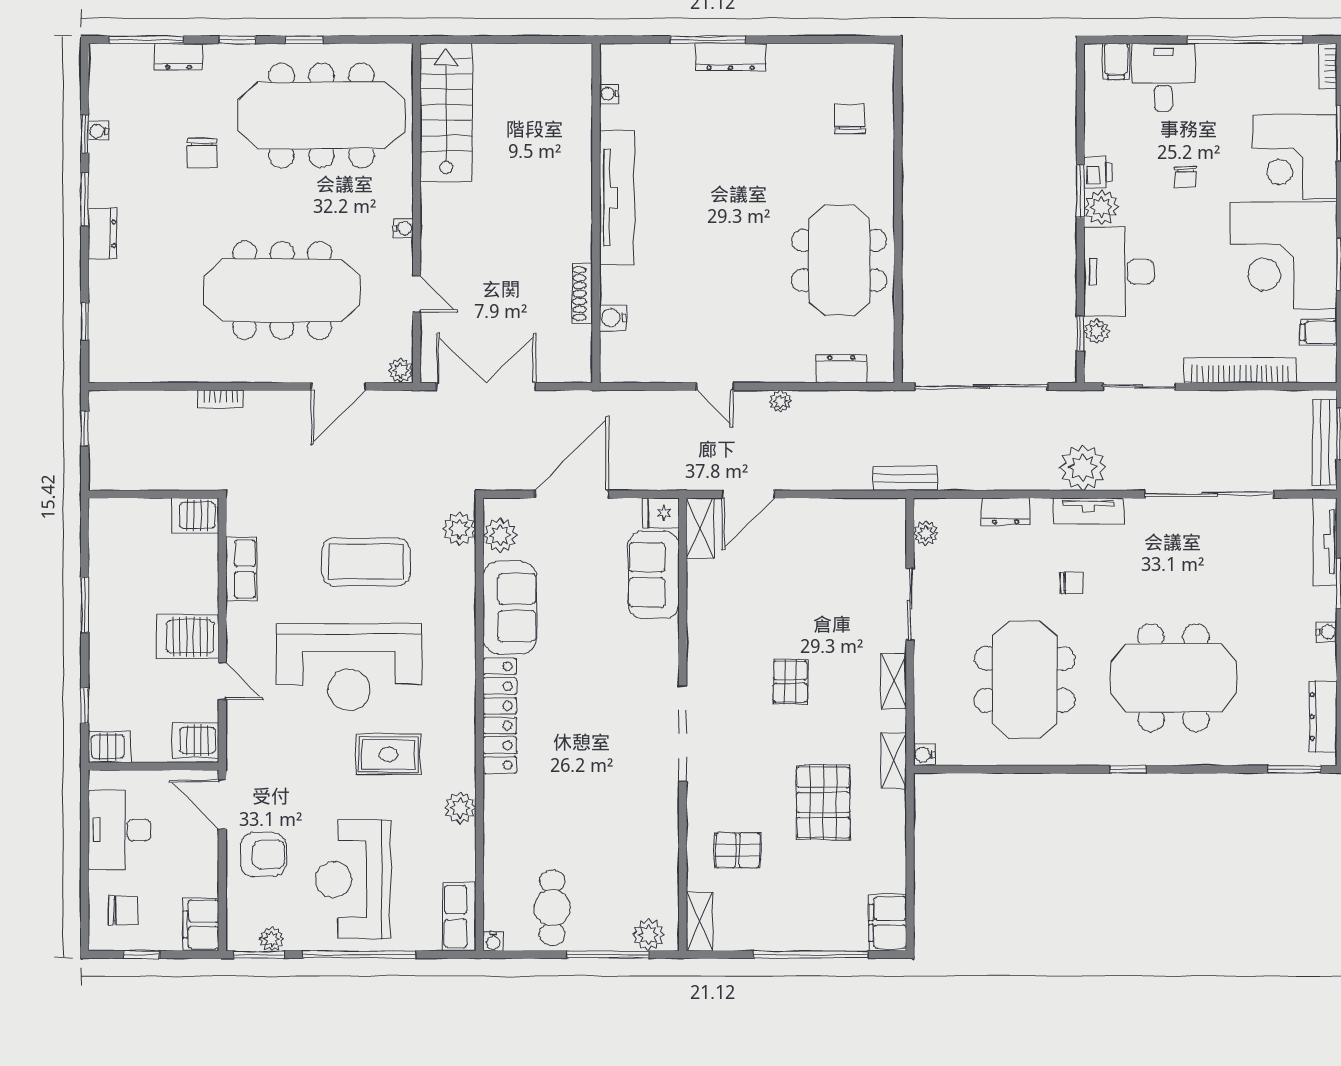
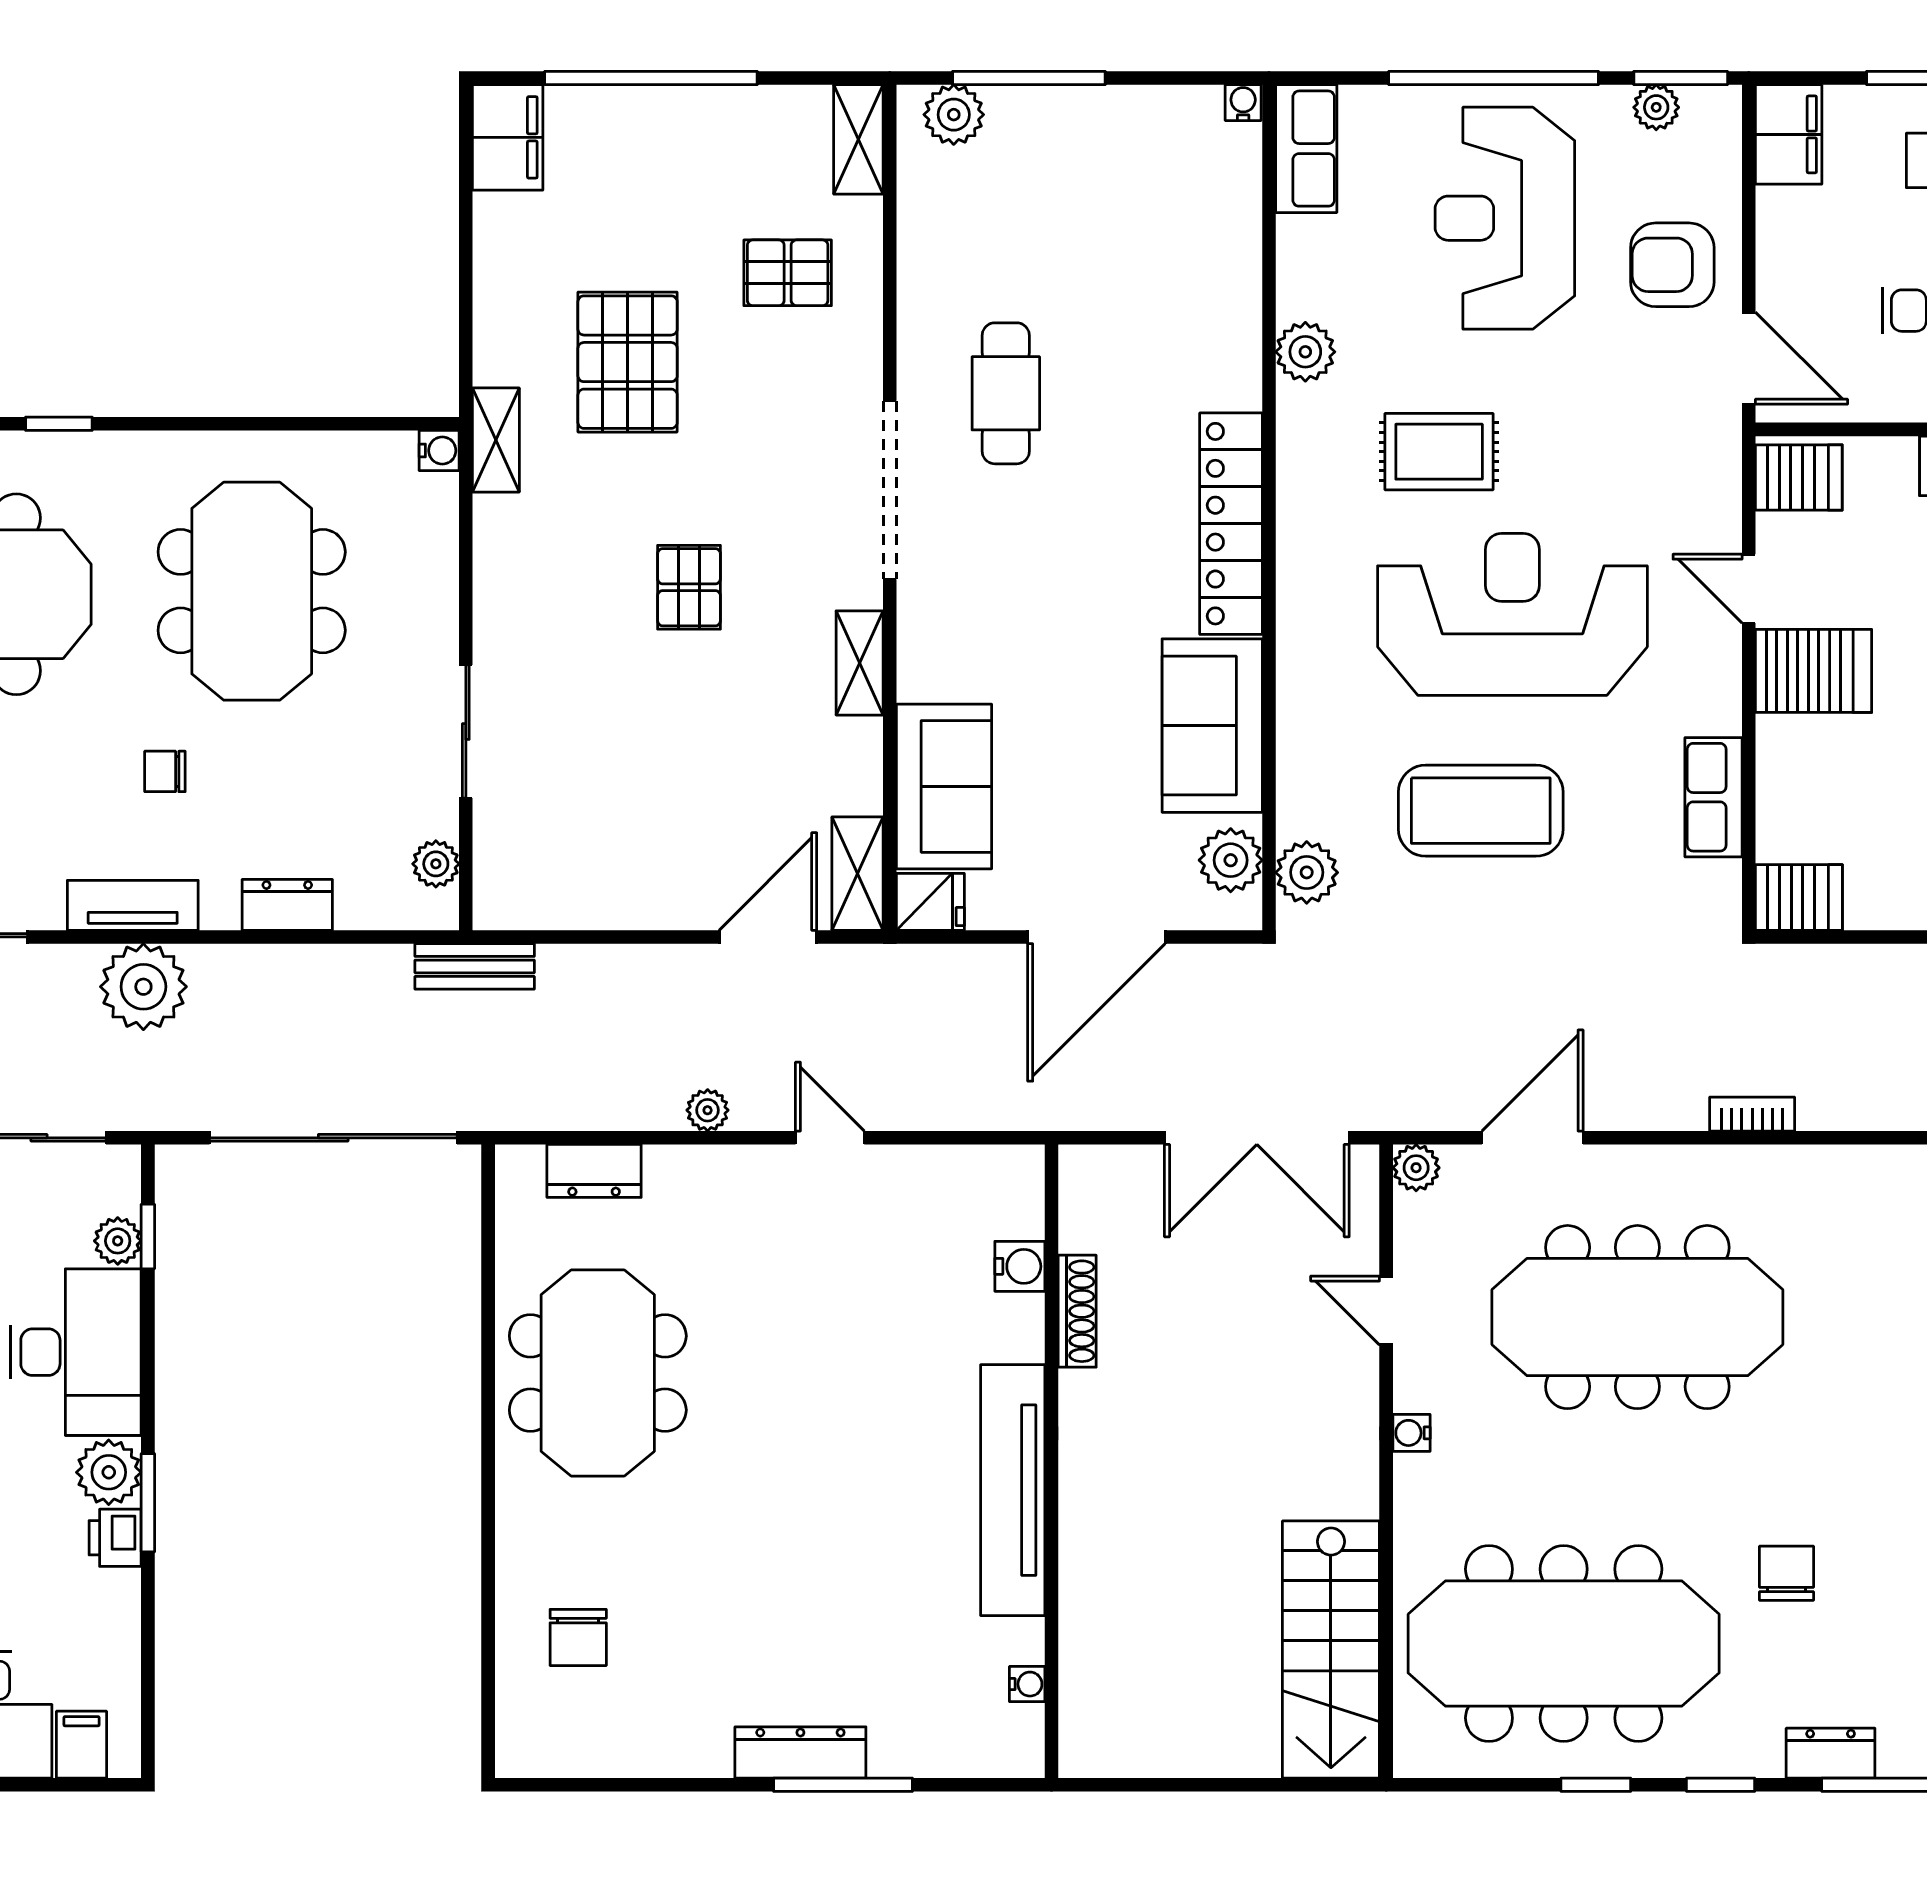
shelving: (894, 681) -> (860, 663), moved
reception desk: (353, 879) -> (1505, 218), turned 180
cafe table: (552, 908) -> (1006, 393), moved

